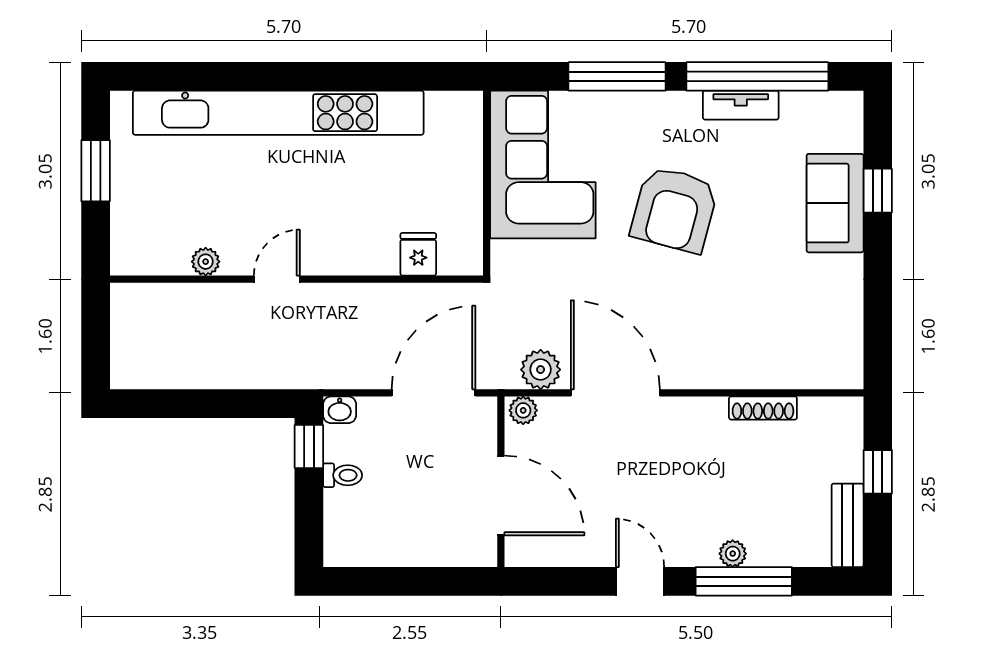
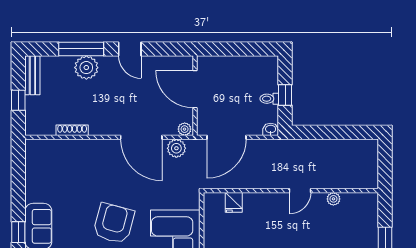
window: (309, 447) -> (285, 95), moved
plant: (733, 554) -> (86, 68), width x1.87, depth x1.87

